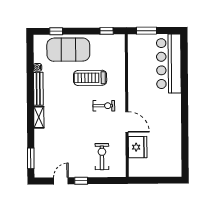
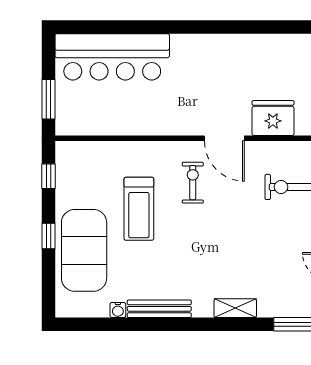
window: (56, 31) -> (49, 236), moved
shelving: (39, 117) -> (235, 308), moved
door: (127, 122) -> (224, 138), swing flipped

